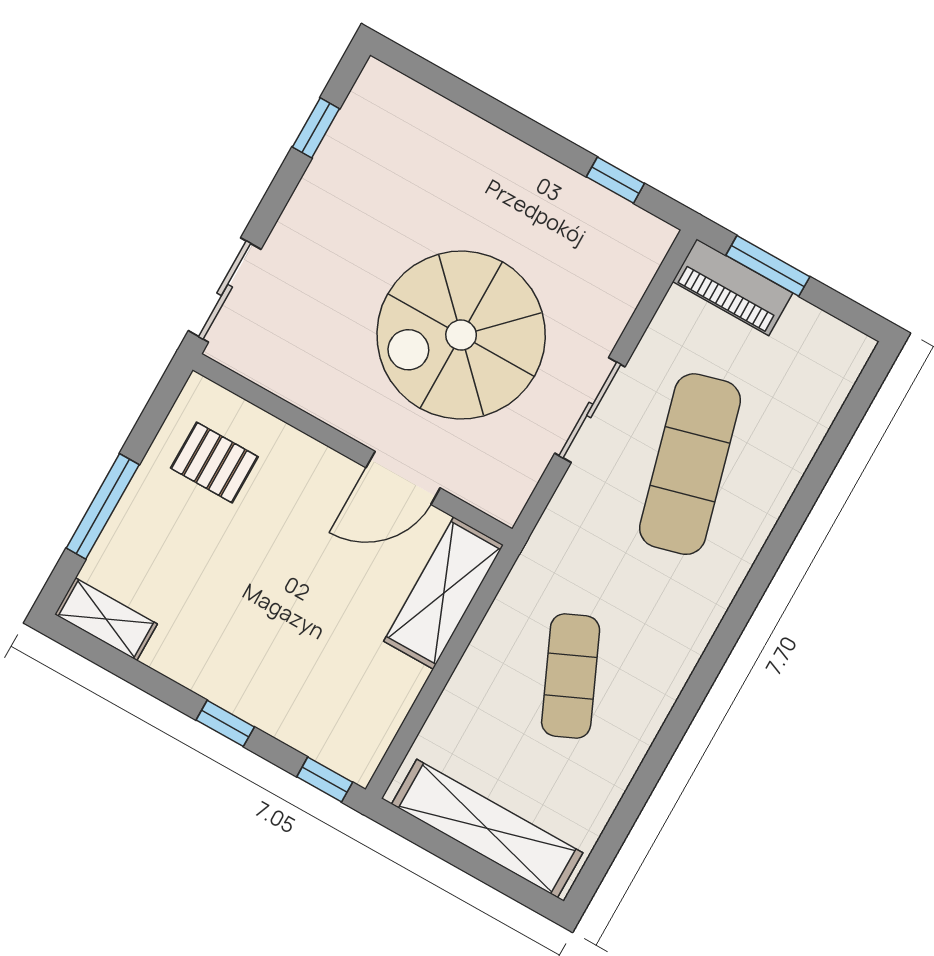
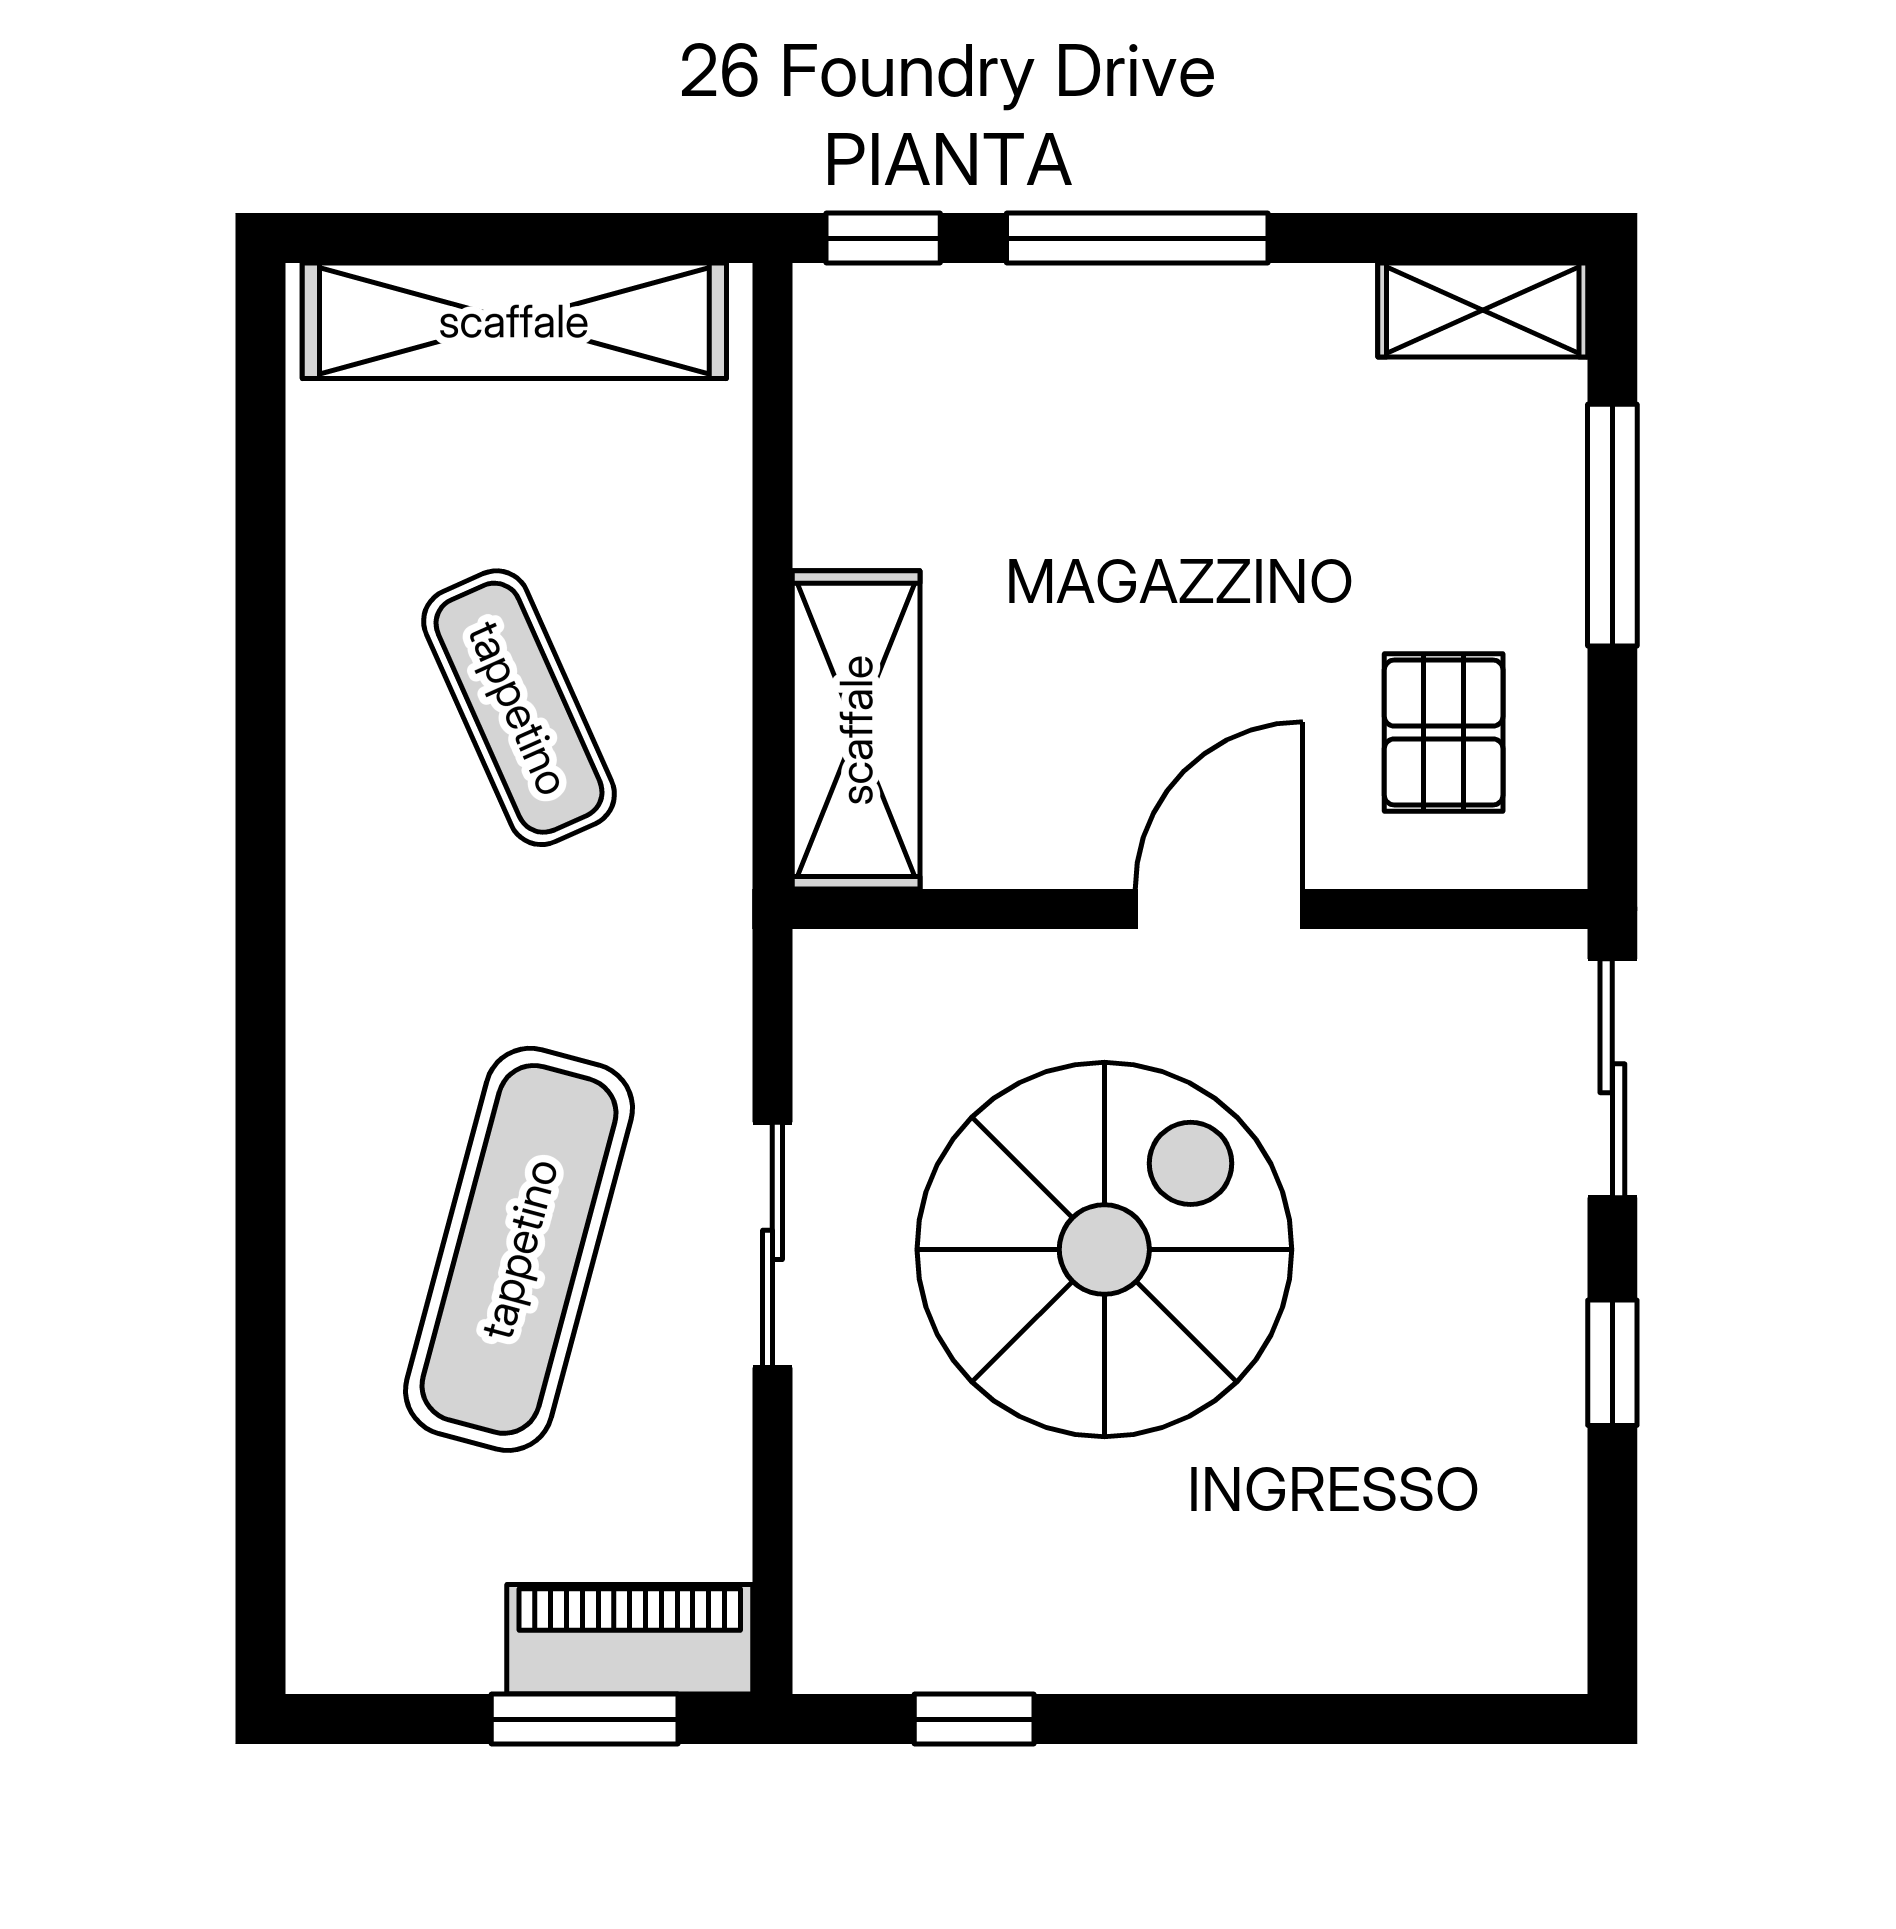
window: (316, 128) -> (1612, 1363), moved
pallet: (214, 462) -> (1444, 733), turned 90
exercise mat: (690, 464) -> (519, 1249), turned 30
door: (403, 478) -> (1219, 909), moved
window: (225, 723) -> (1137, 238), width x2.17

